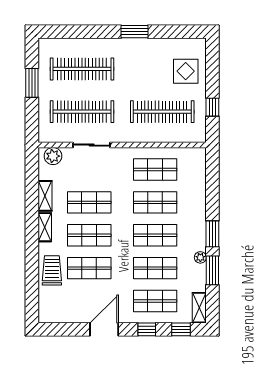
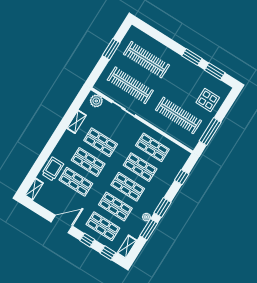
window: (173, 32) -> (215, 71), added
window: (212, 107) -> (210, 132), width x2.17
window: (212, 183) -> (182, 177), added
shelving: (45, 227) -> (34, 189), moved

